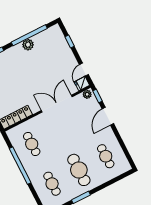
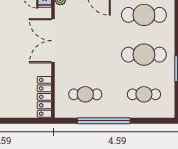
cafe table: (106, 156) -> (144, 15), width x1.37, depth x1.35

